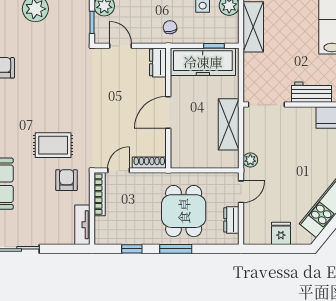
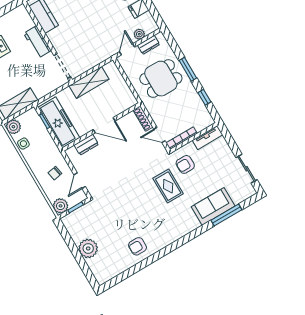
chair: (170, 27) -> (55, 173), moved
dresser: (158, 62) -> (86, 145), moved
plant: (250, 160) -> (139, 34), moved
door: (241, 192) -> (127, 49), hinge flipped

